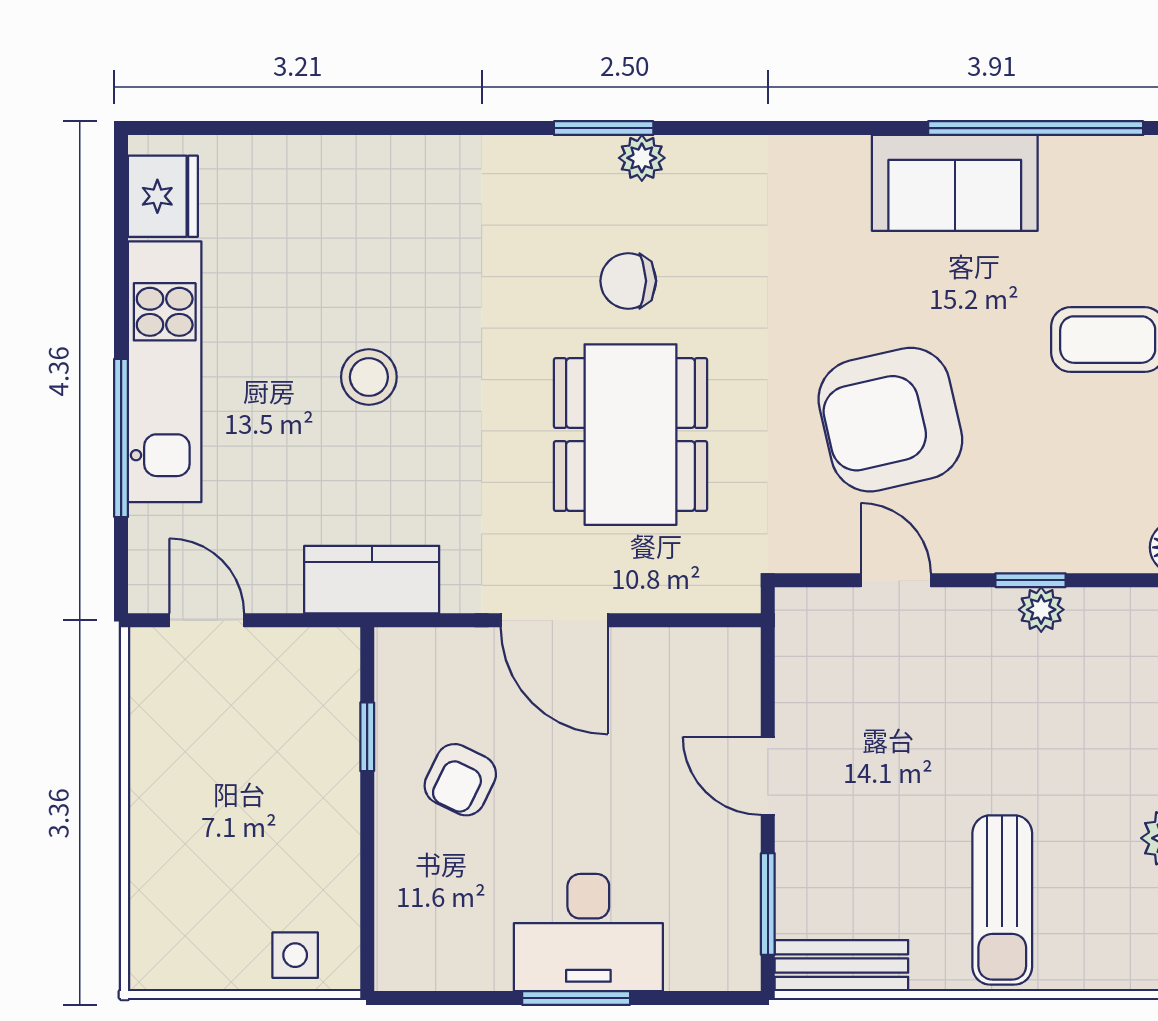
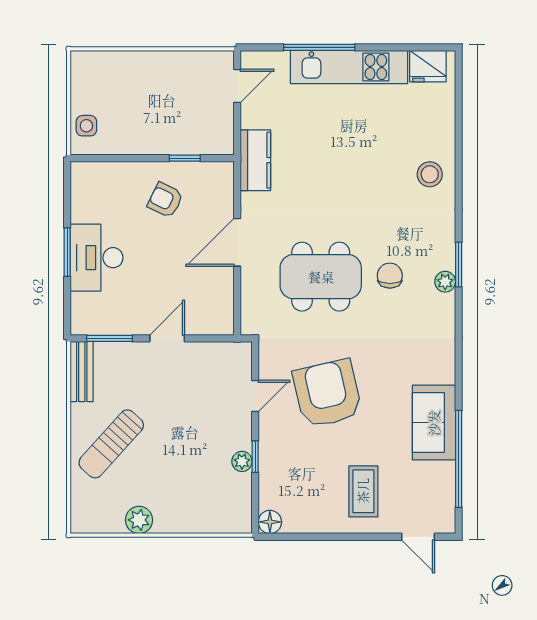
stool: (369, 377) -> (430, 174), moved
sun lounger: (1002, 900) -> (111, 444), turned -48

